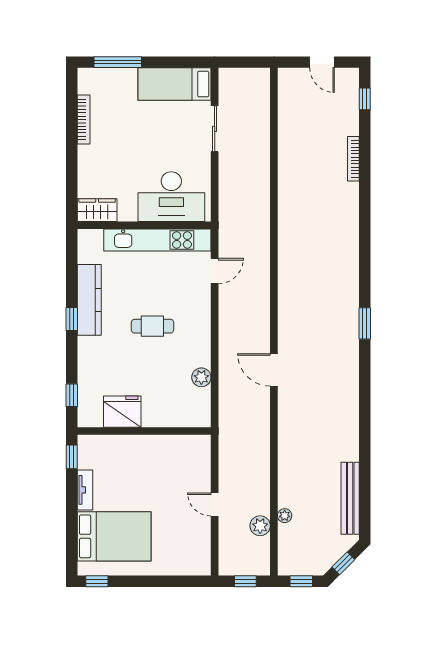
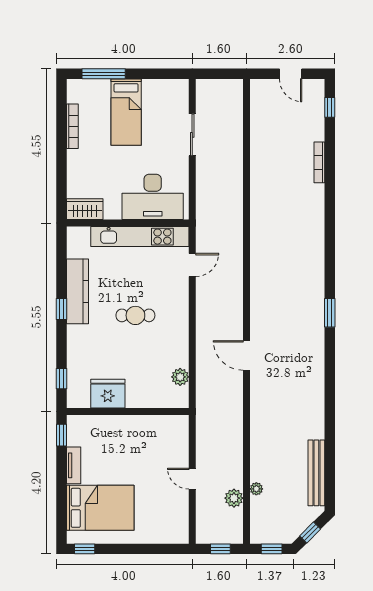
bed: (174, 84) -> (126, 112), moved, turned -90
plant: (201, 377) -> (180, 377), moved

